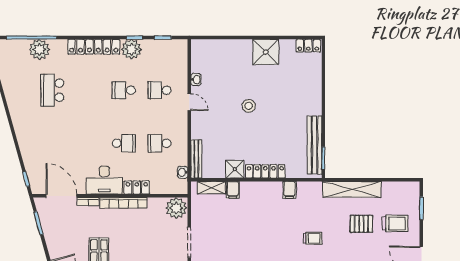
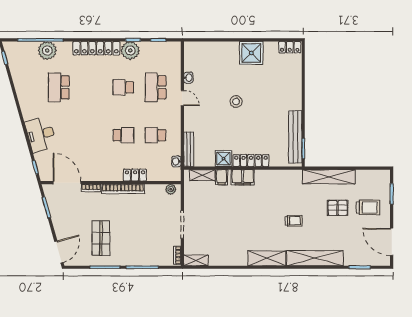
school desk: (160, 90) -> (156, 87), width x1.85
desk: (104, 180) -> (41, 134), moved, turned 74
filing cabinet: (289, 190) -> (243, 177), moved, width x2.00
plant: (176, 208) -> (171, 189), width x0.53, depth x0.53

